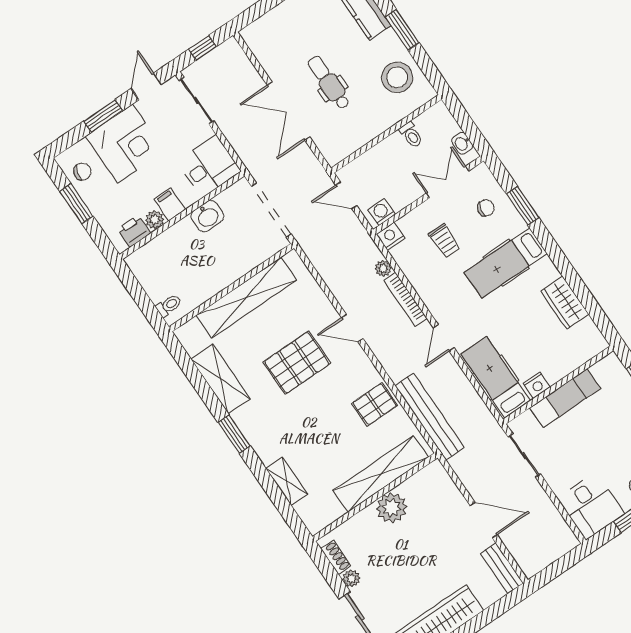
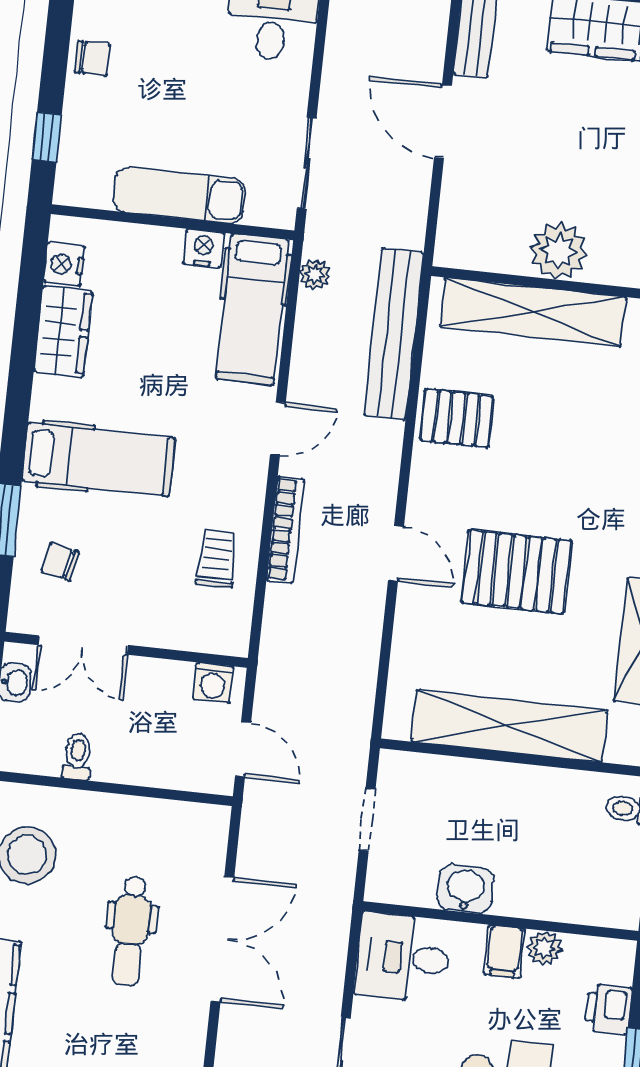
doorway: (271, 210) -> (367, 820), width x0.53
printer: (134, 231) -> (608, 1009), moved, turned 90
nightstand: (391, 236) -> (64, 264), moved, turned 90
trolley: (445, 241) -> (217, 558), moved
plant: (383, 268) -> (315, 275), moved

